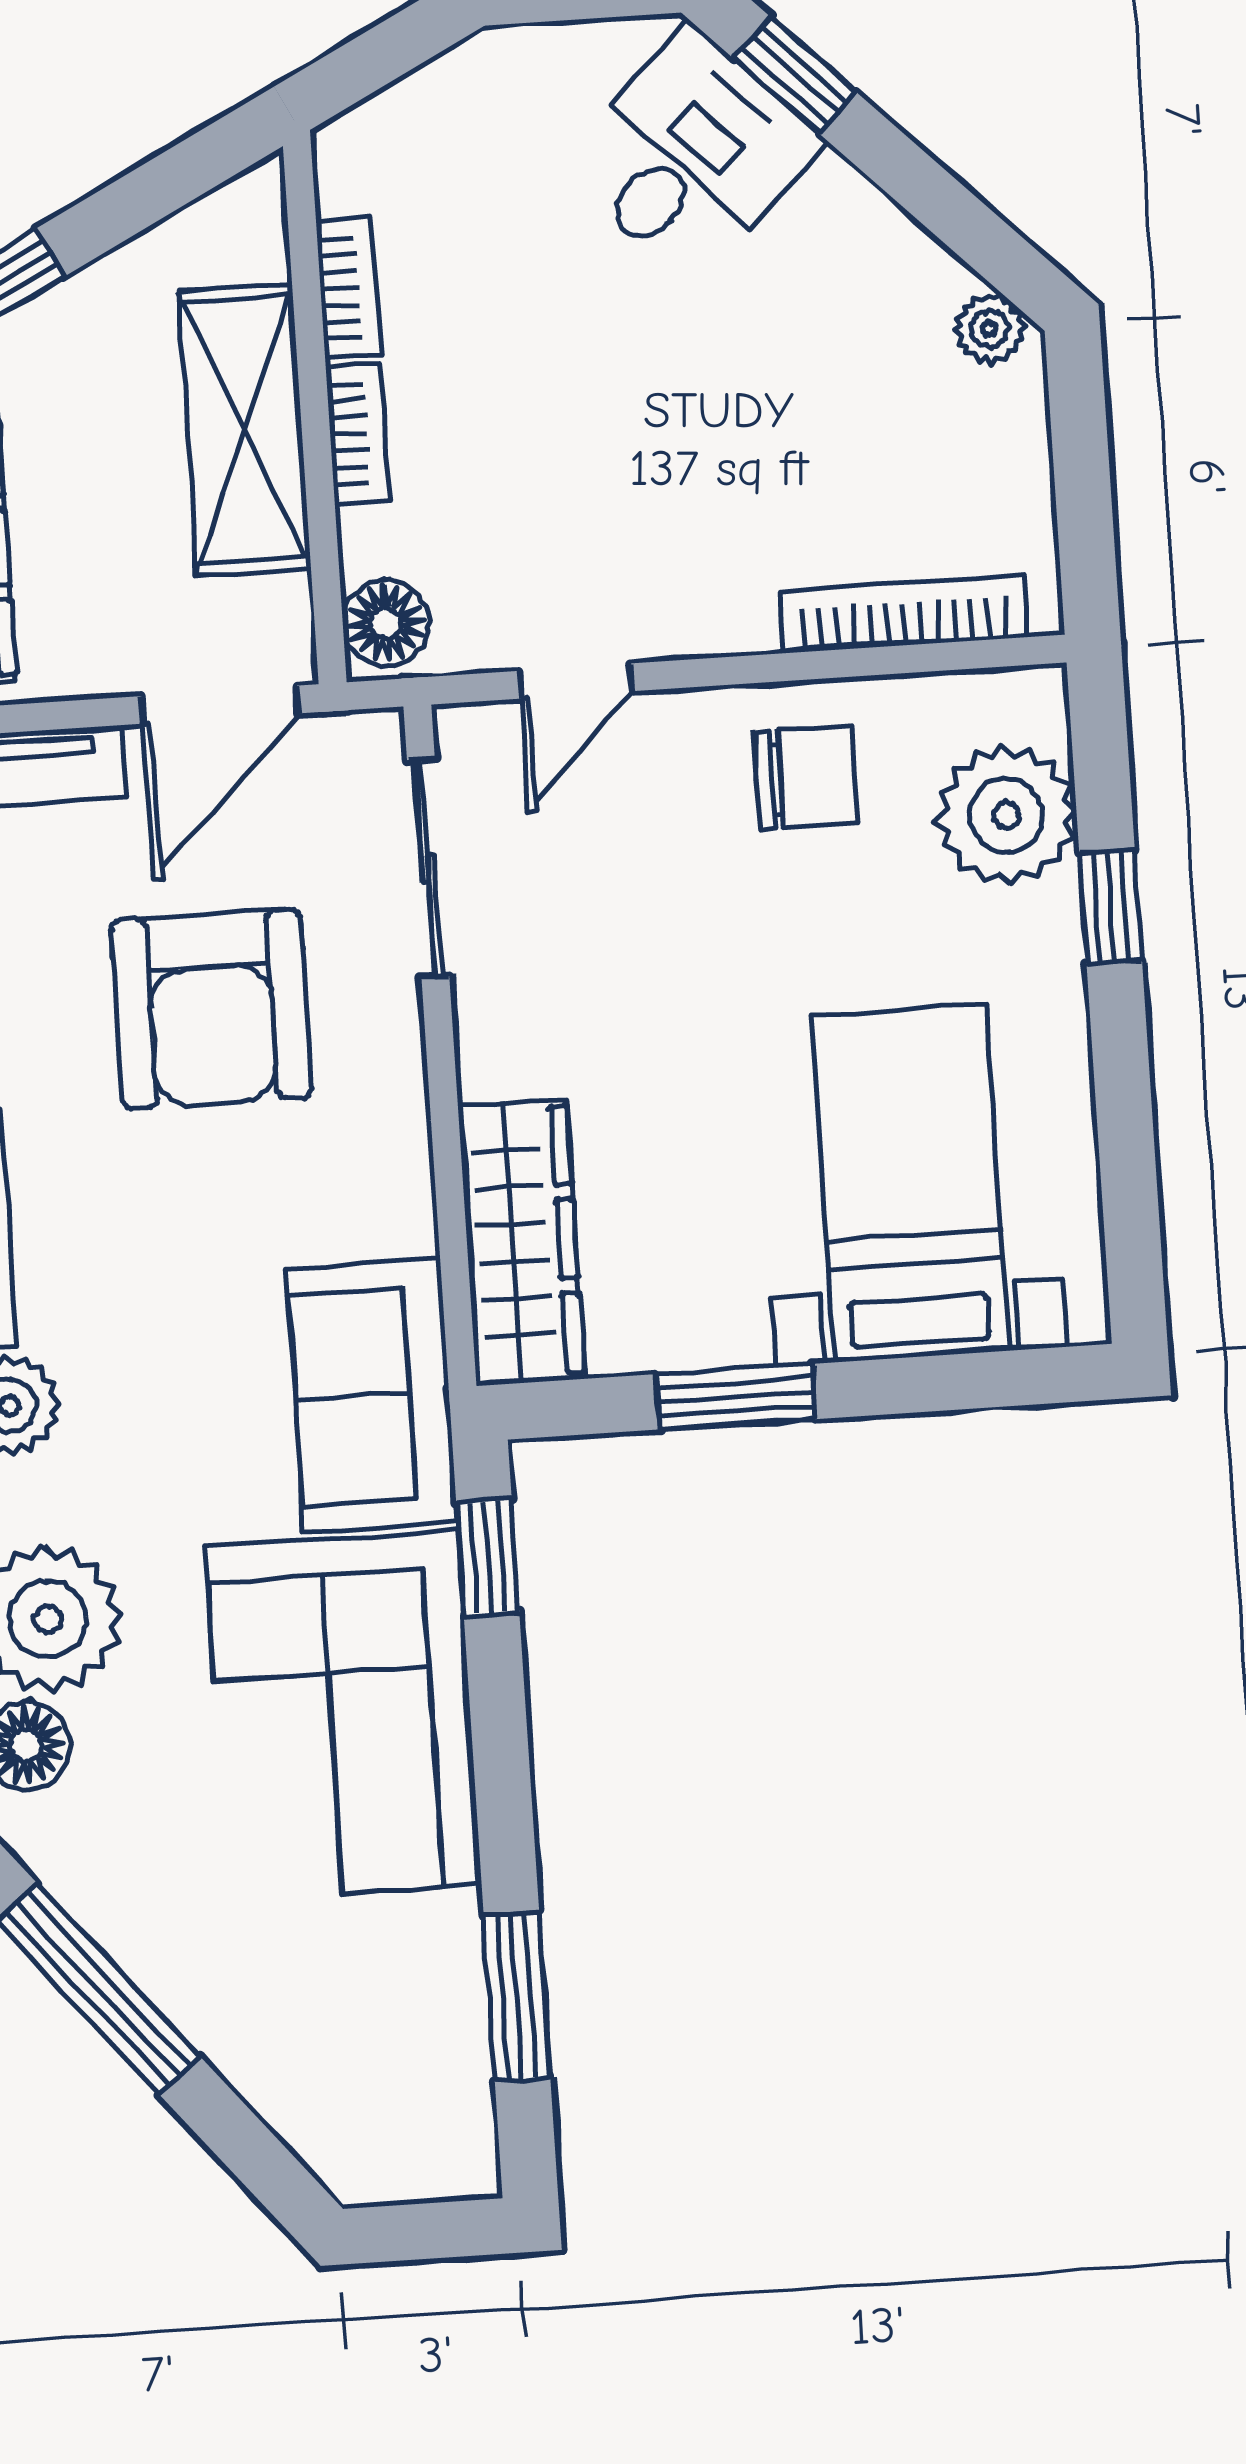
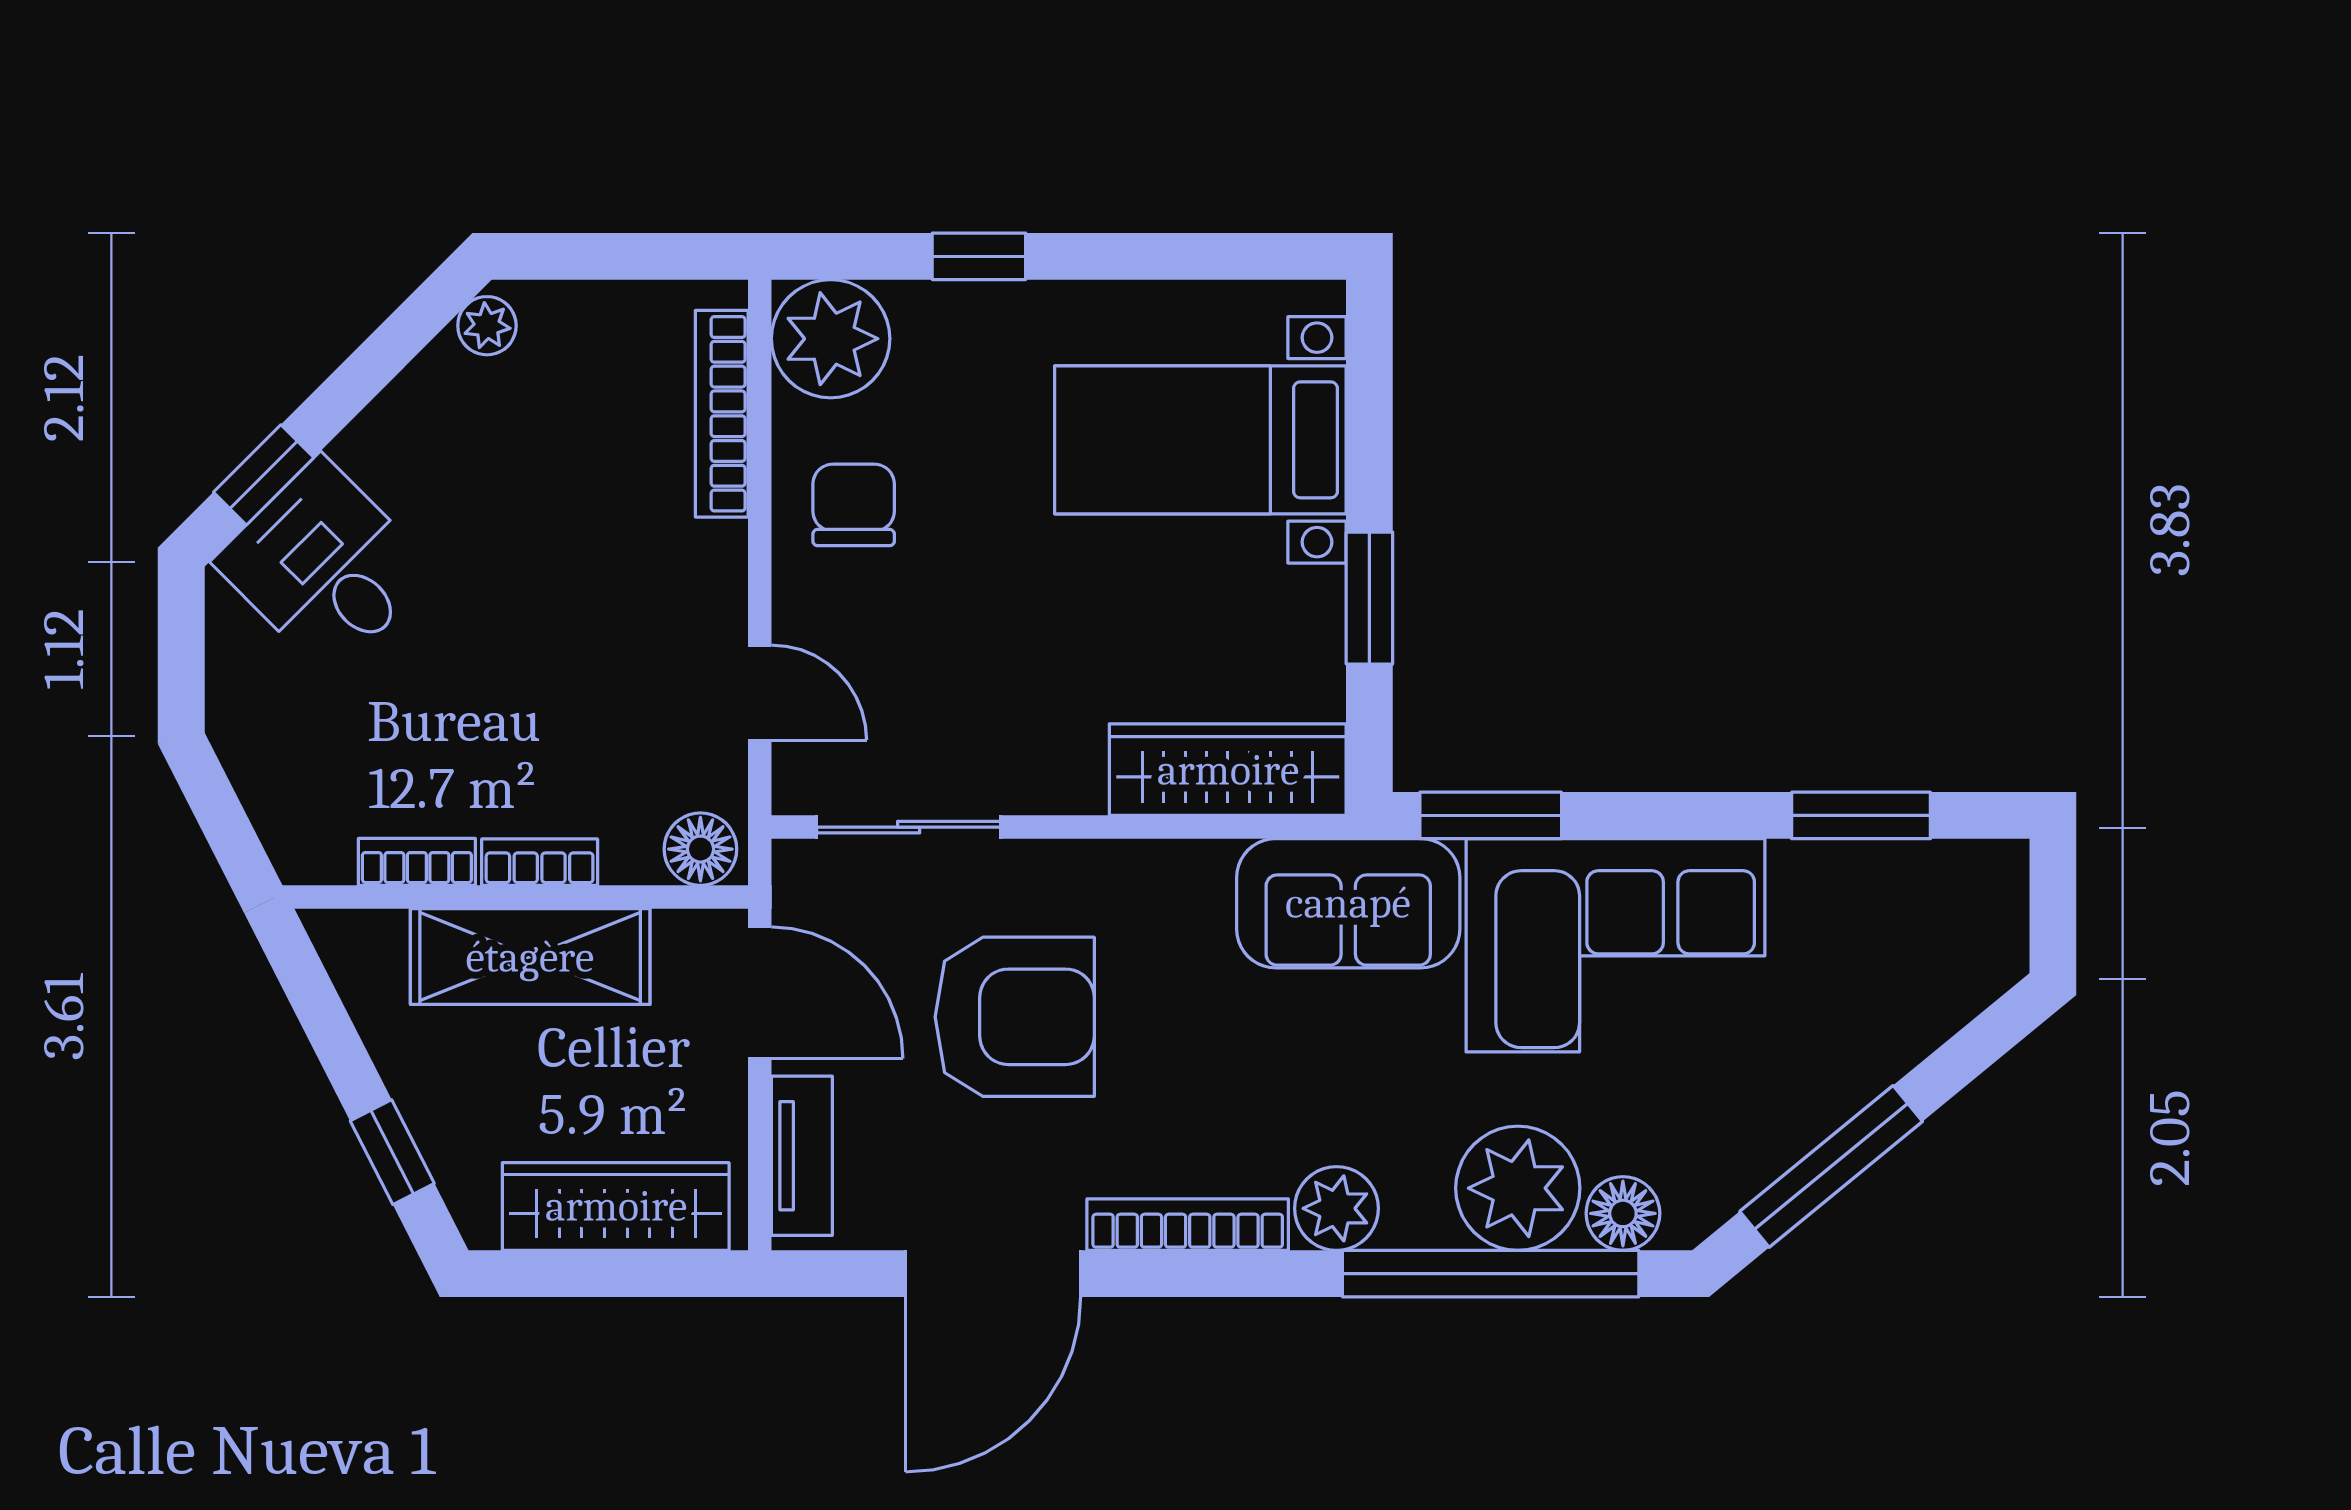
plant: (1006, 815) -> (831, 339), moved
window: (488, 1558) -> (1491, 815), width x1.50

